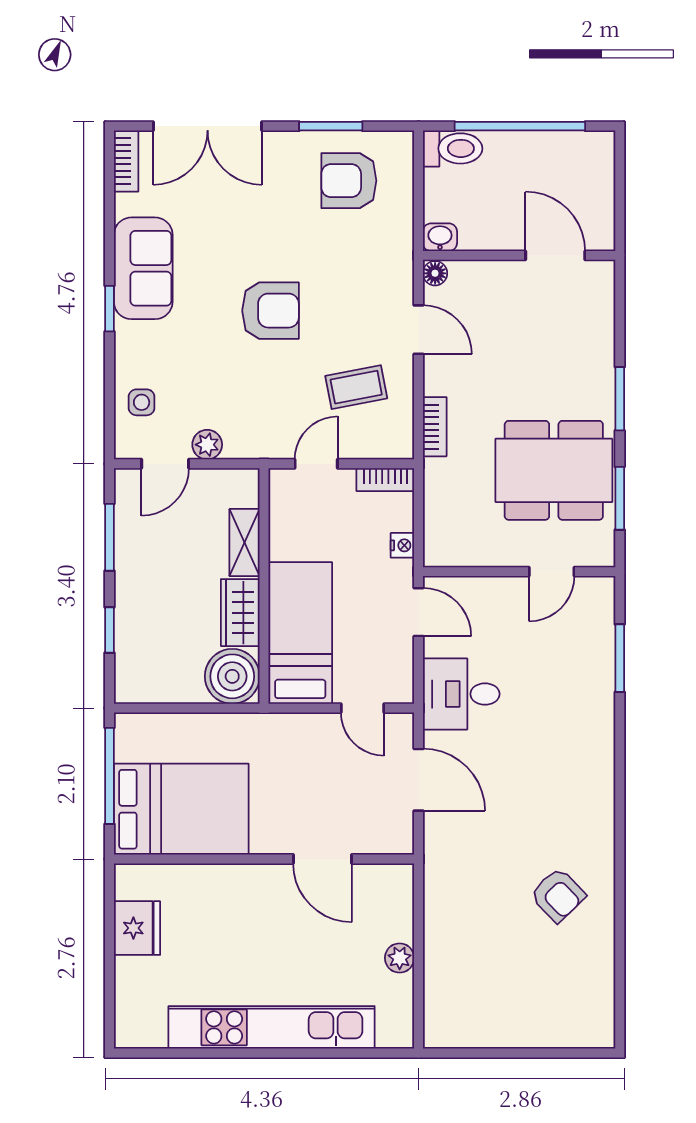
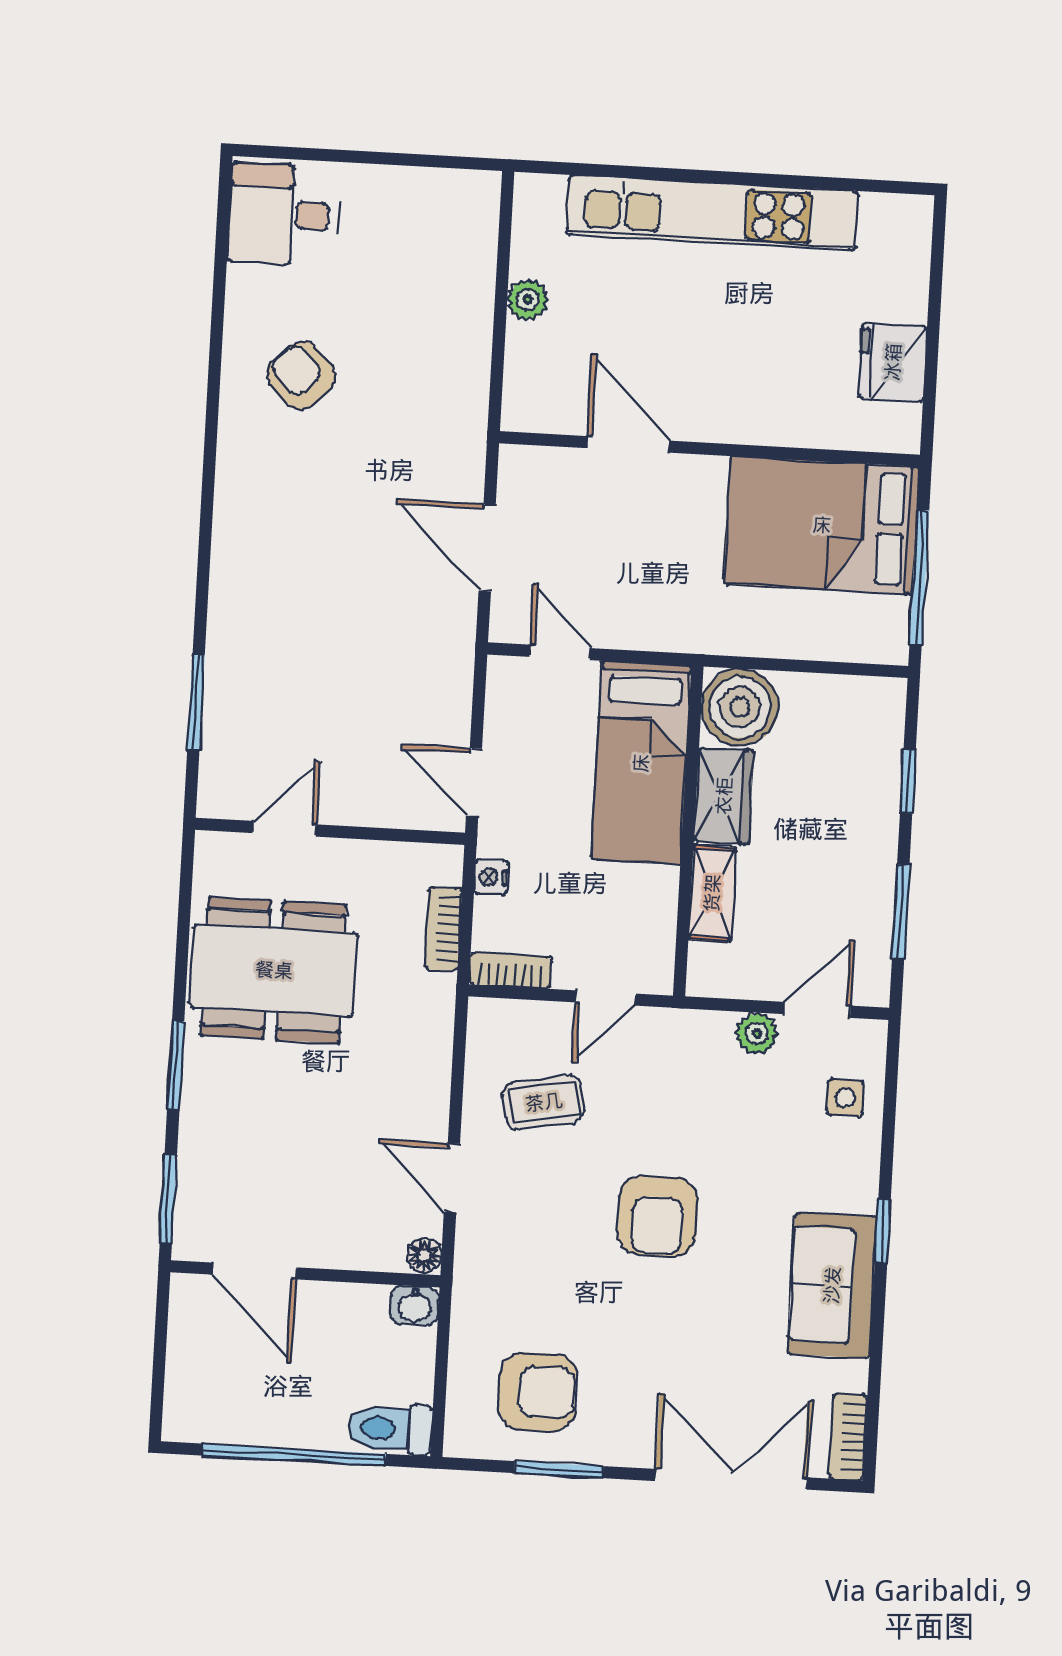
armchair: (270, 311) -> (658, 1216), turned -90
bookcase: (435, 427) -> (443, 929), moved
window: (620, 498) -> (168, 1199), moved
desk: (461, 694) -> (283, 215), moved, turned 180

